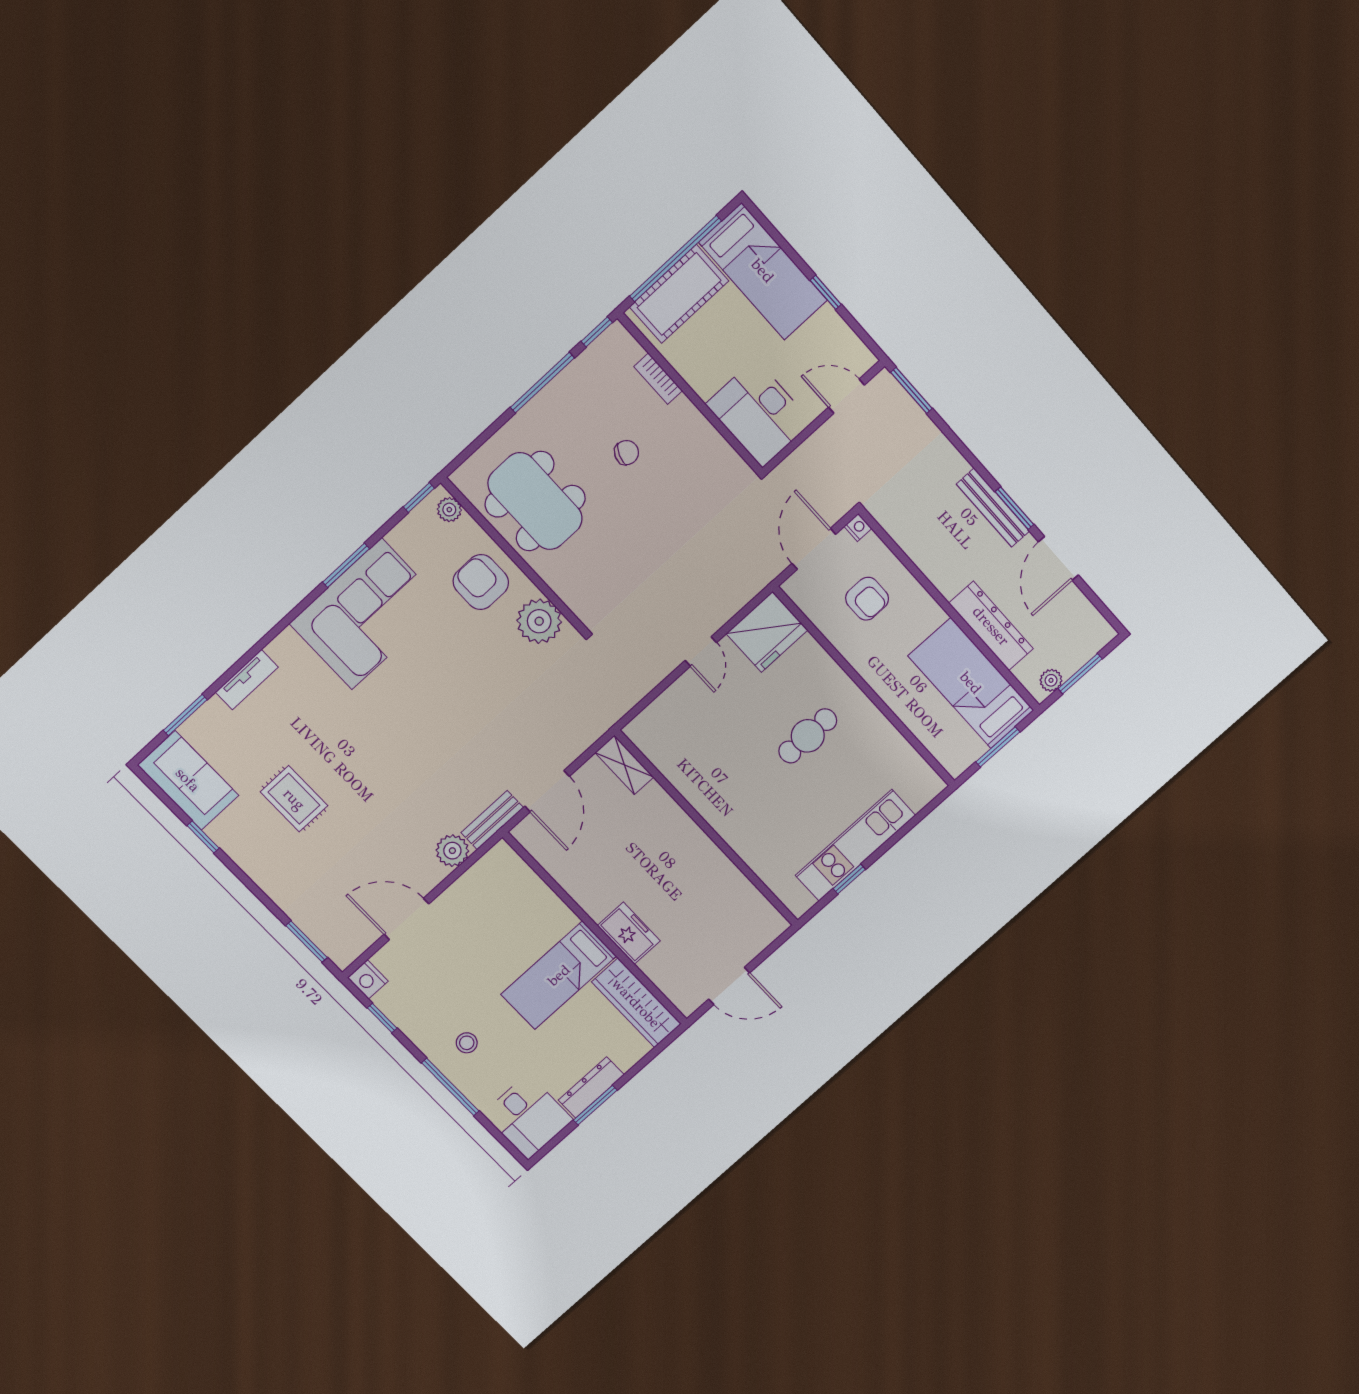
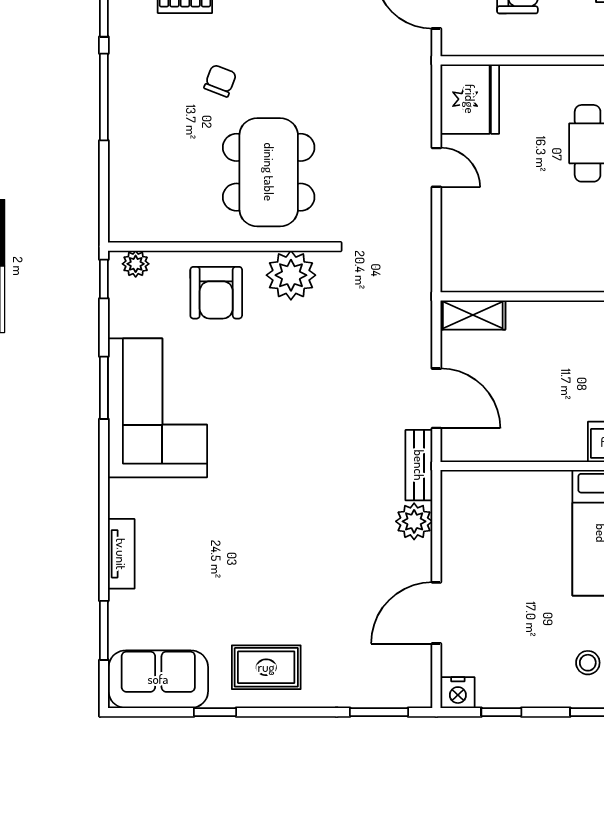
dining table: (535, 501) -> (269, 172), moved, turned 90
armchair: (481, 582) -> (216, 293), turned -90
rug: (294, 799) -> (266, 667), moved

